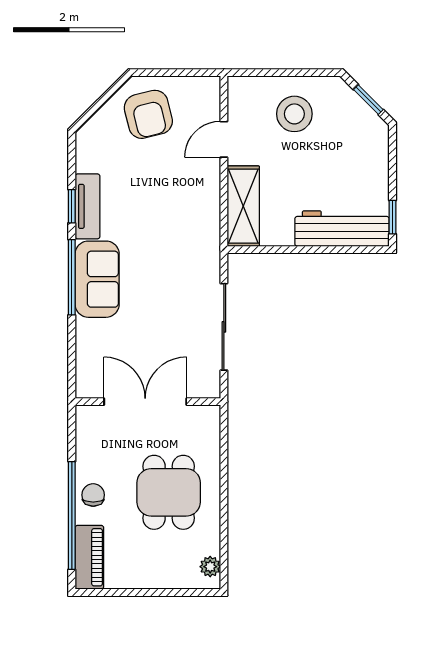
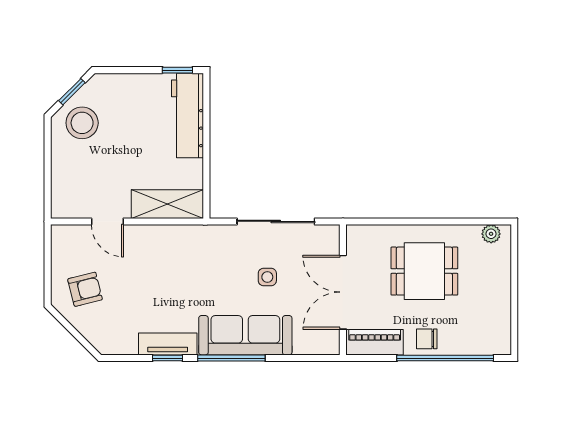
armchair: (148, 114) -> (85, 289), width x0.72, depth x0.72
stool: (294, 114) -> (82, 123), moved
sofa: (97, 279) -> (245, 335), width x1.36
side table: (162, 317) -> (267, 277), added
piano: (89, 557) -> (375, 342), moved

